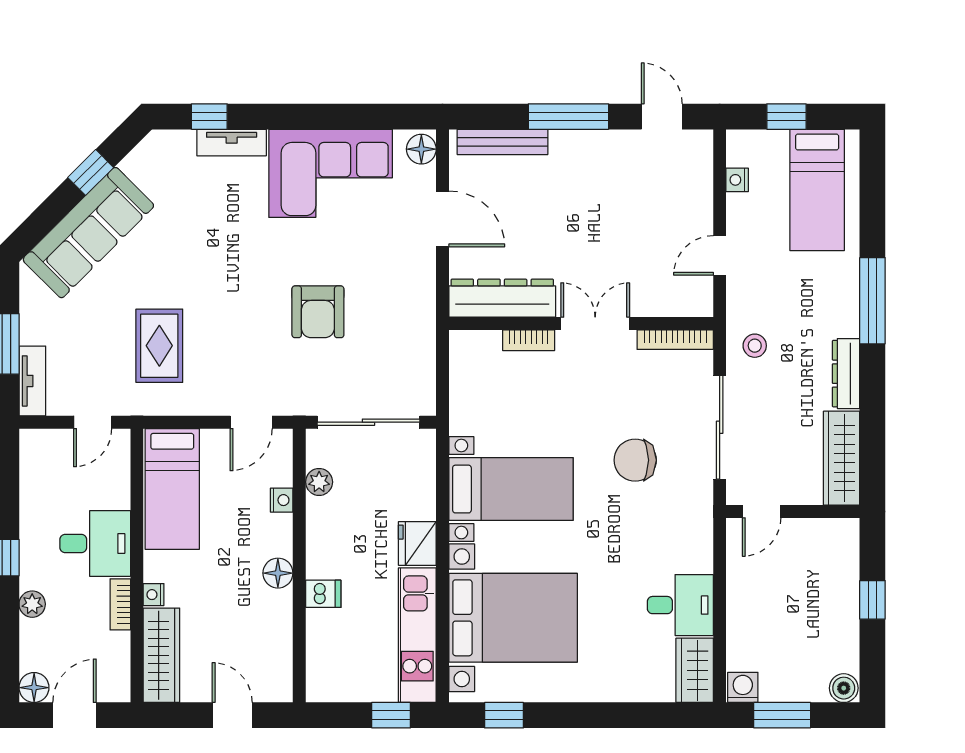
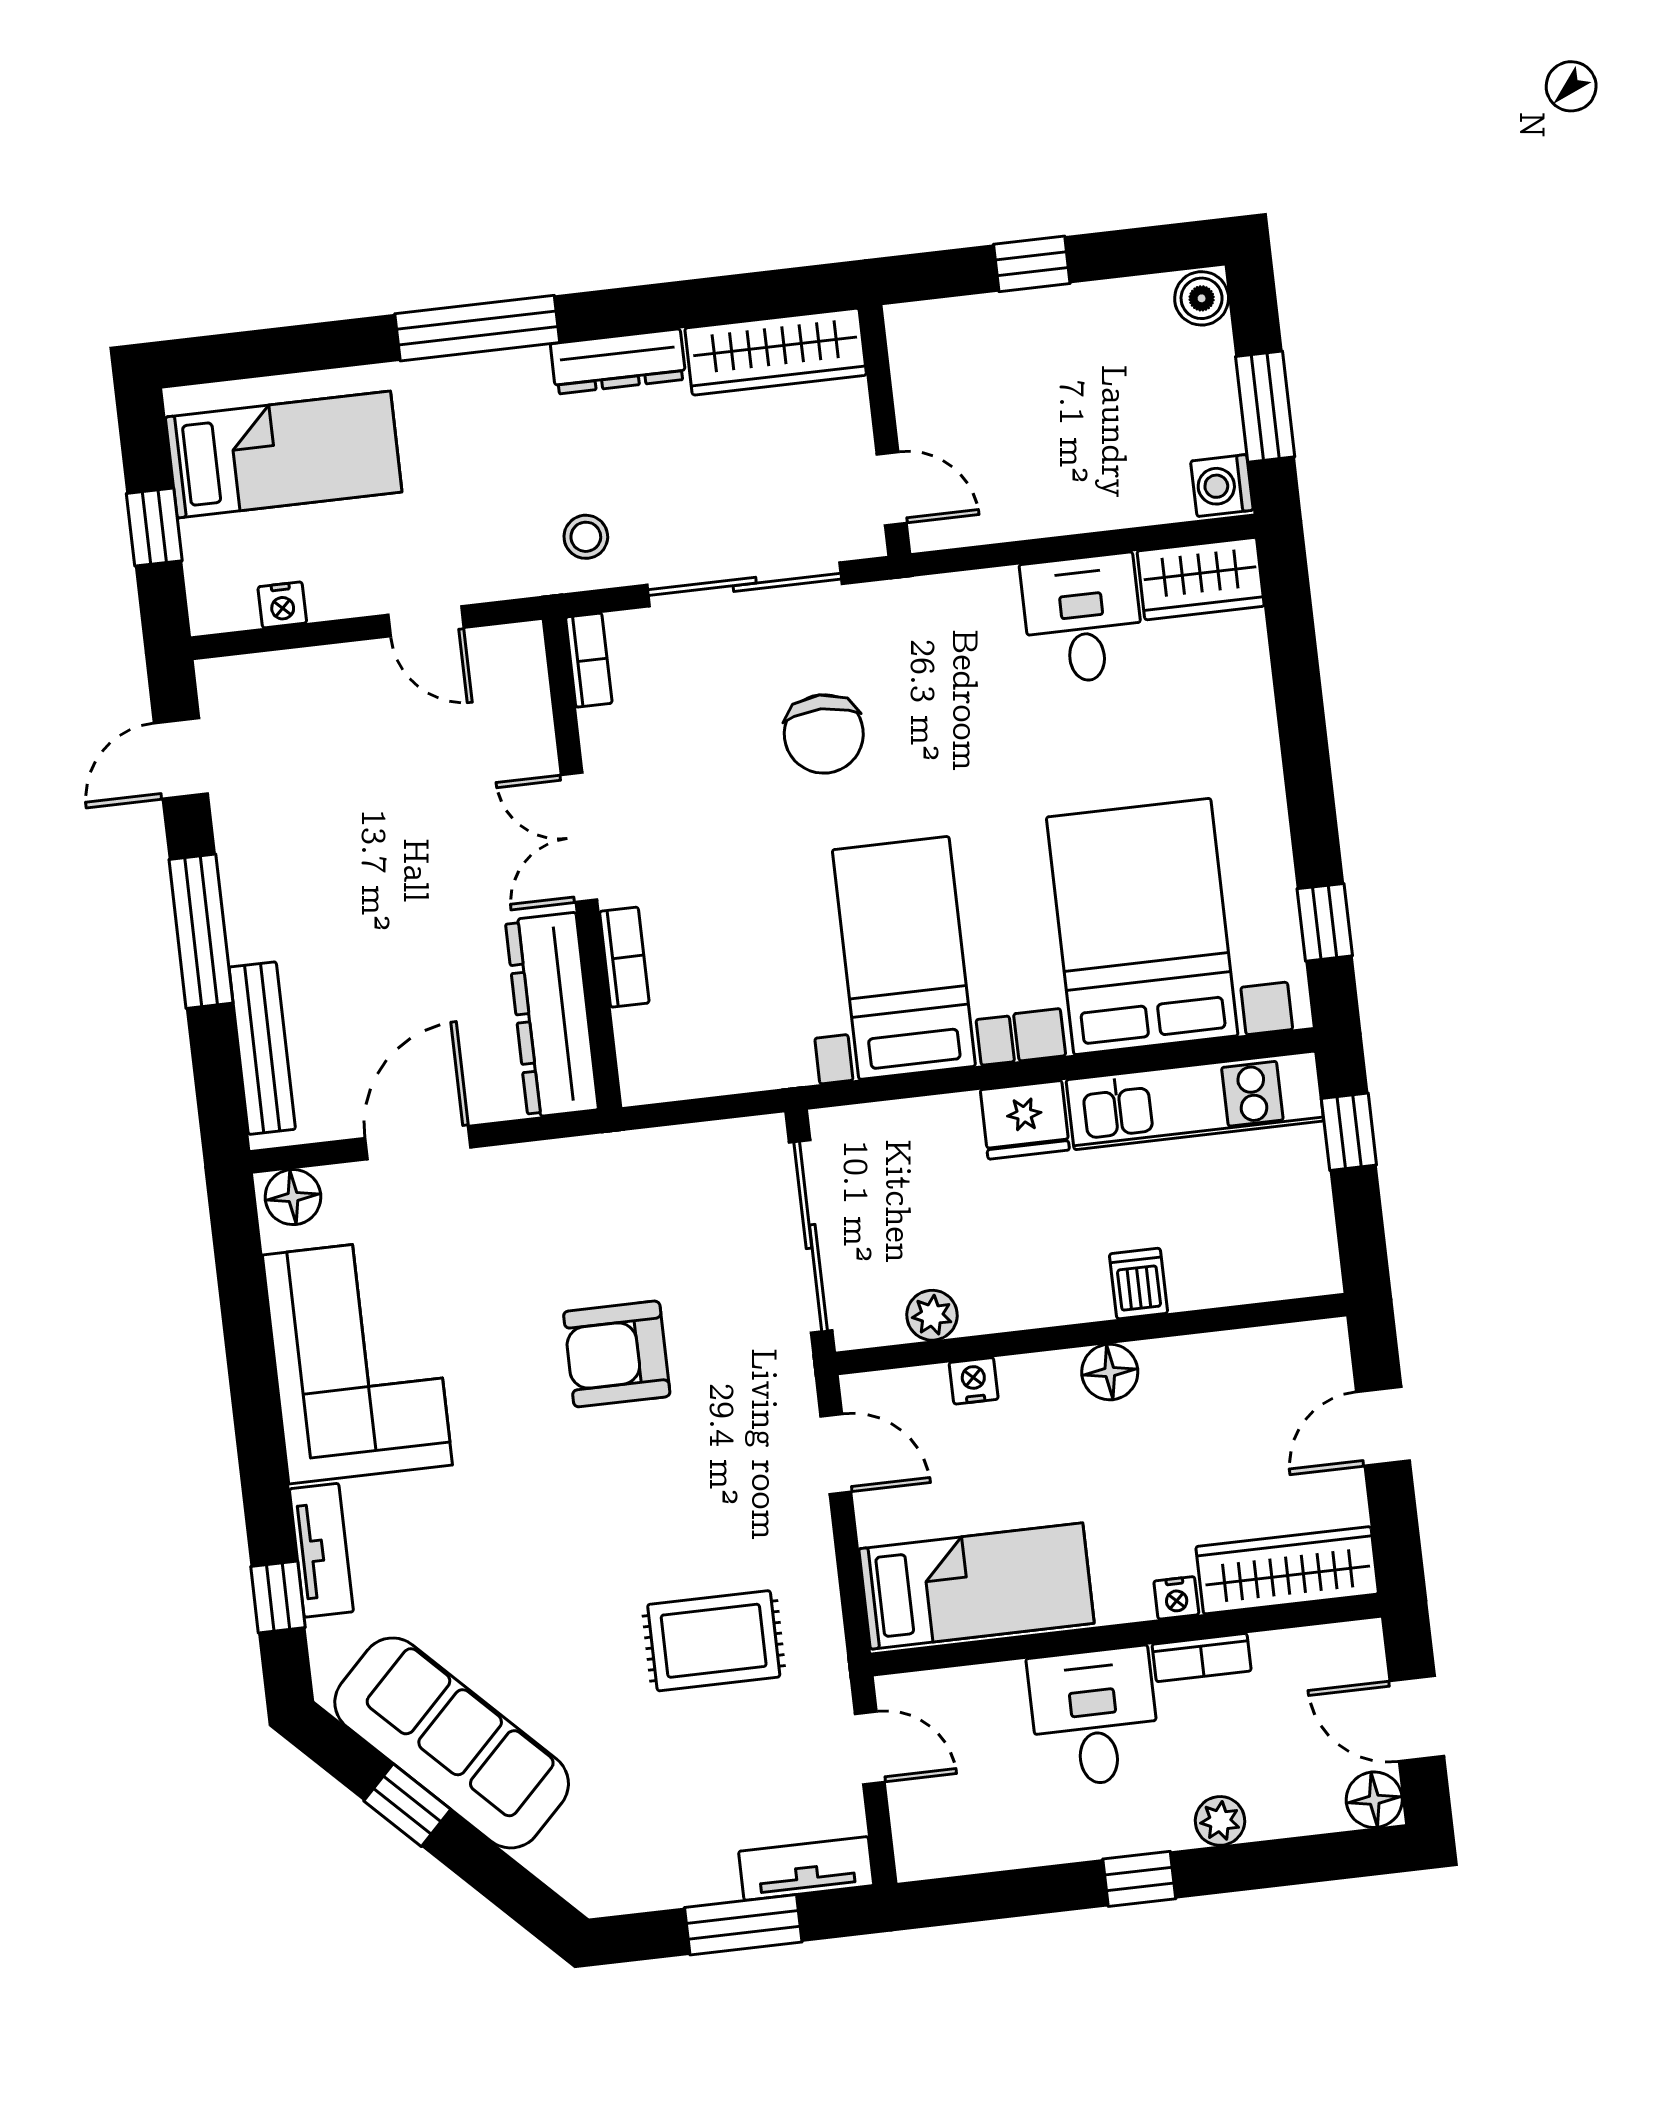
sofa: (88, 233) -> (452, 1743), moved
armchair: (318, 312) -> (617, 1354), turned 180
bookcase: (675, 340) -> (589, 660), width x0.64

